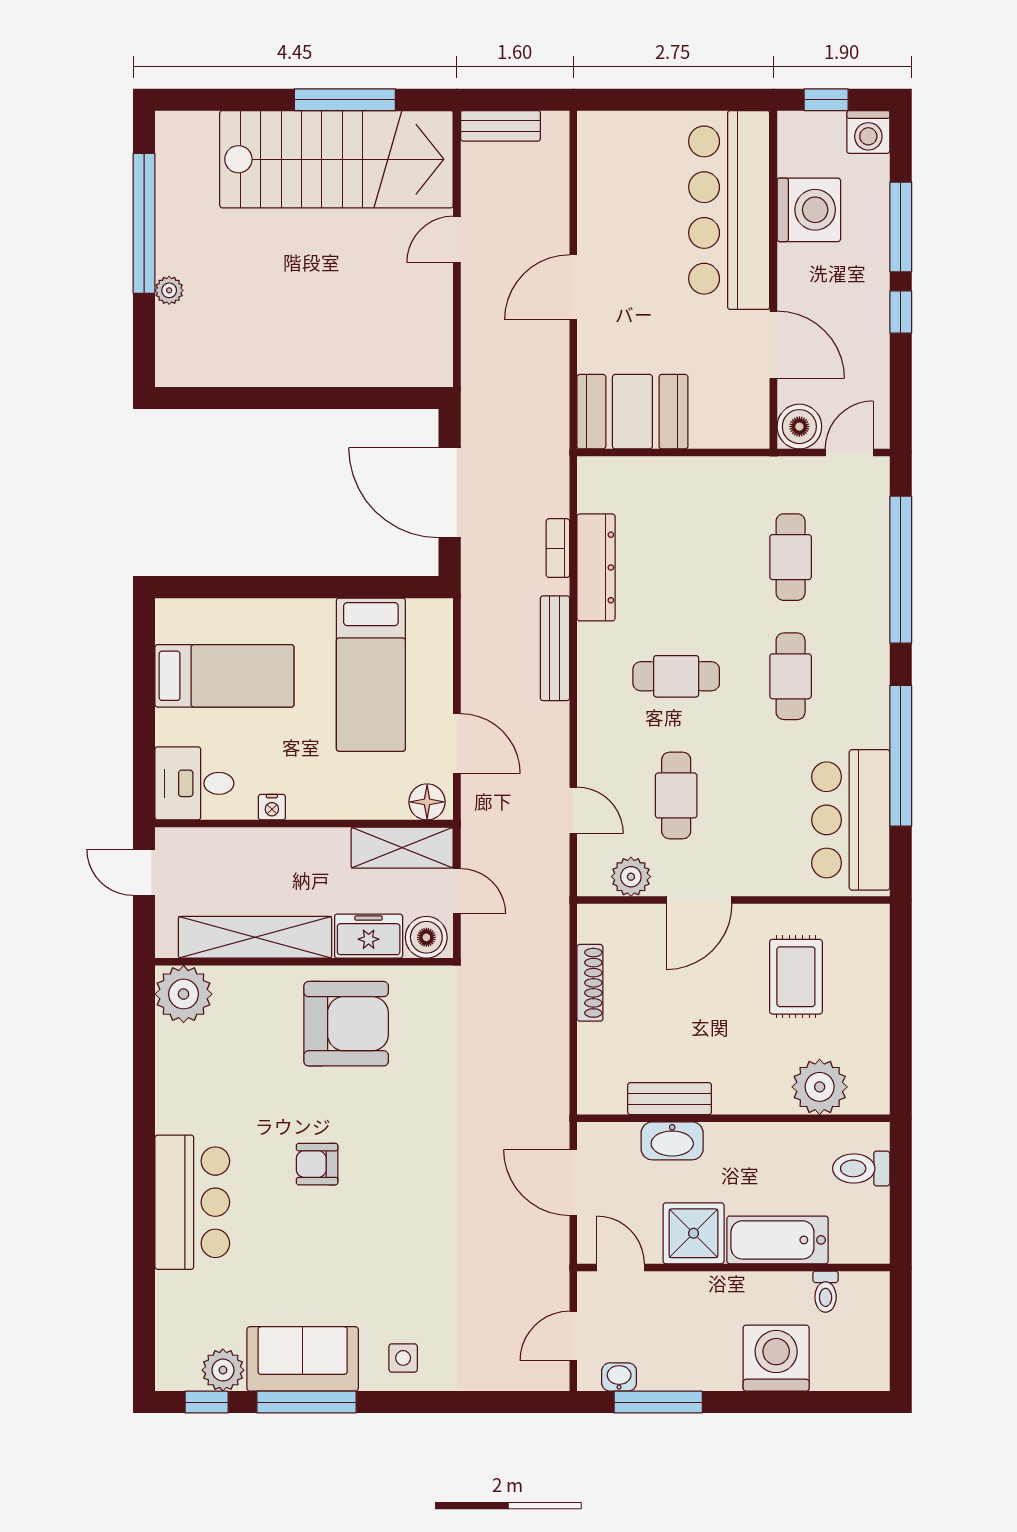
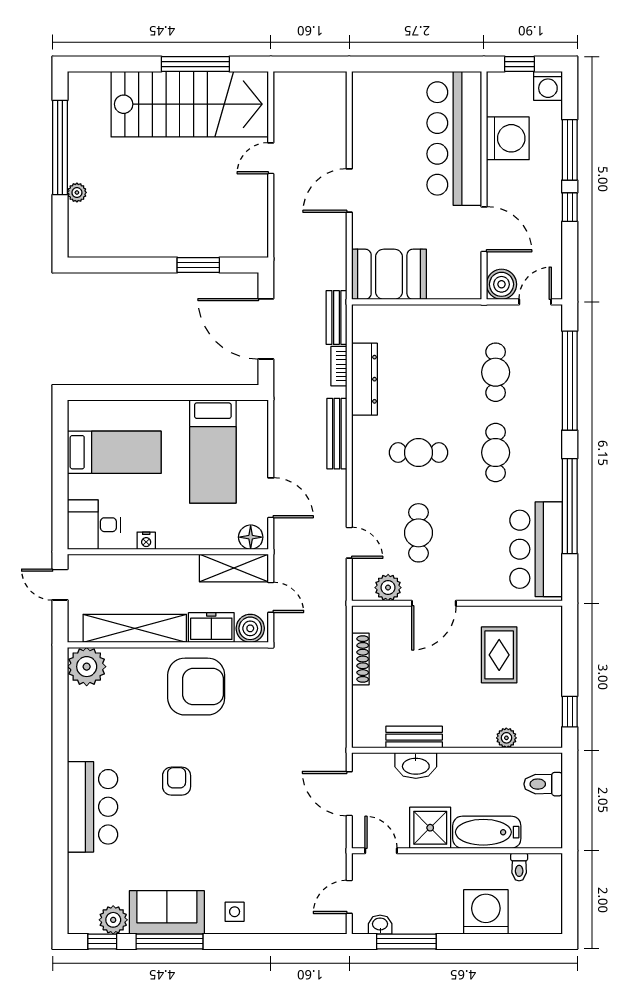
bench: (500, 126) -> (336, 318), moved, turned 90
window: (349, 398) -> (198, 265), added
window: (901, 1061) -> (570, 712), added
plant: (820, 1087) -> (506, 738), width x0.53, depth x0.53
armchair: (317, 1164) -> (177, 781), turned 90

